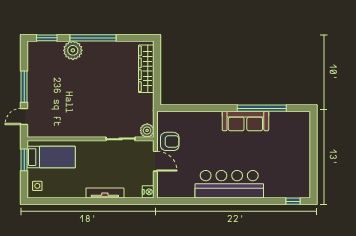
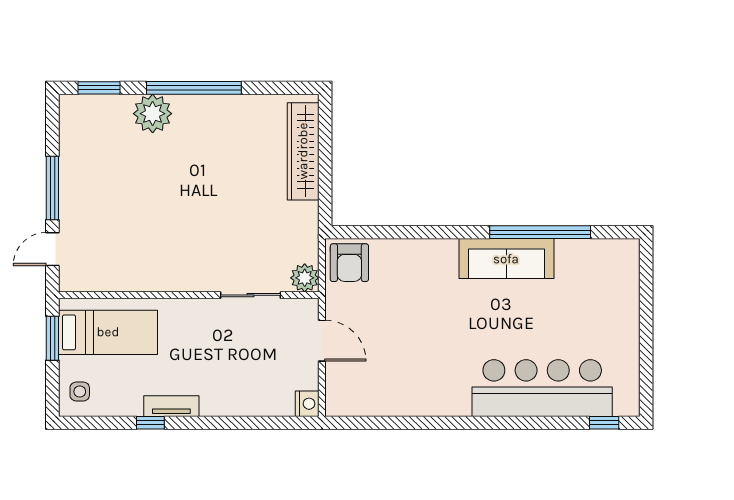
armchair: (170, 141) -> (349, 263), moved, turned 90
bar counter: (229, 184) -> (542, 388), moved
tv unit: (105, 193) -> (171, 406), moved, width x0.71
window: (72, 201) -> (150, 423), added

